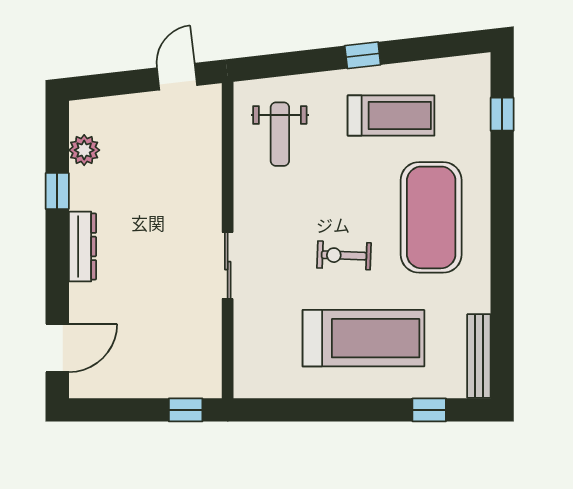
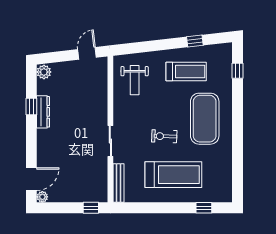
window: (363, 55) -> (195, 41), moved
plant: (84, 150) -> (44, 72), moved
dresser: (82, 247) -> (43, 112), moved
bench: (479, 356) -> (118, 183), moved
plant: (81, 386) -> (42, 197), added

